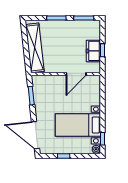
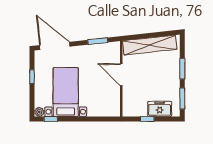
freezer: (93, 51) -> (160, 109), moved
door: (76, 74) -> (121, 75), moved
door: (35, 135) -> (55, 46), hinge flipped

